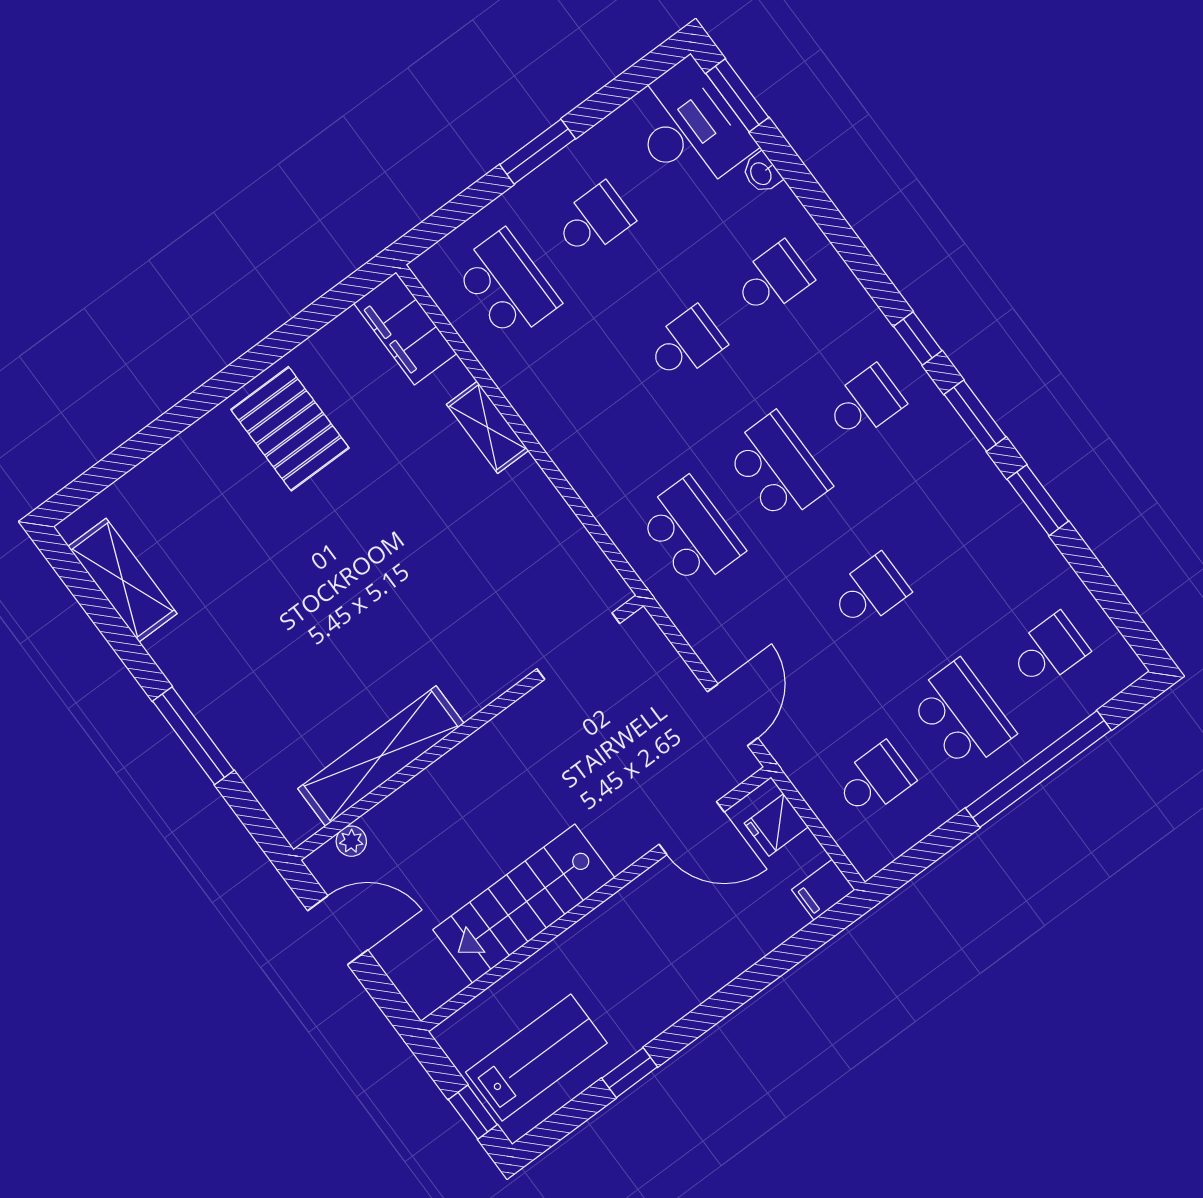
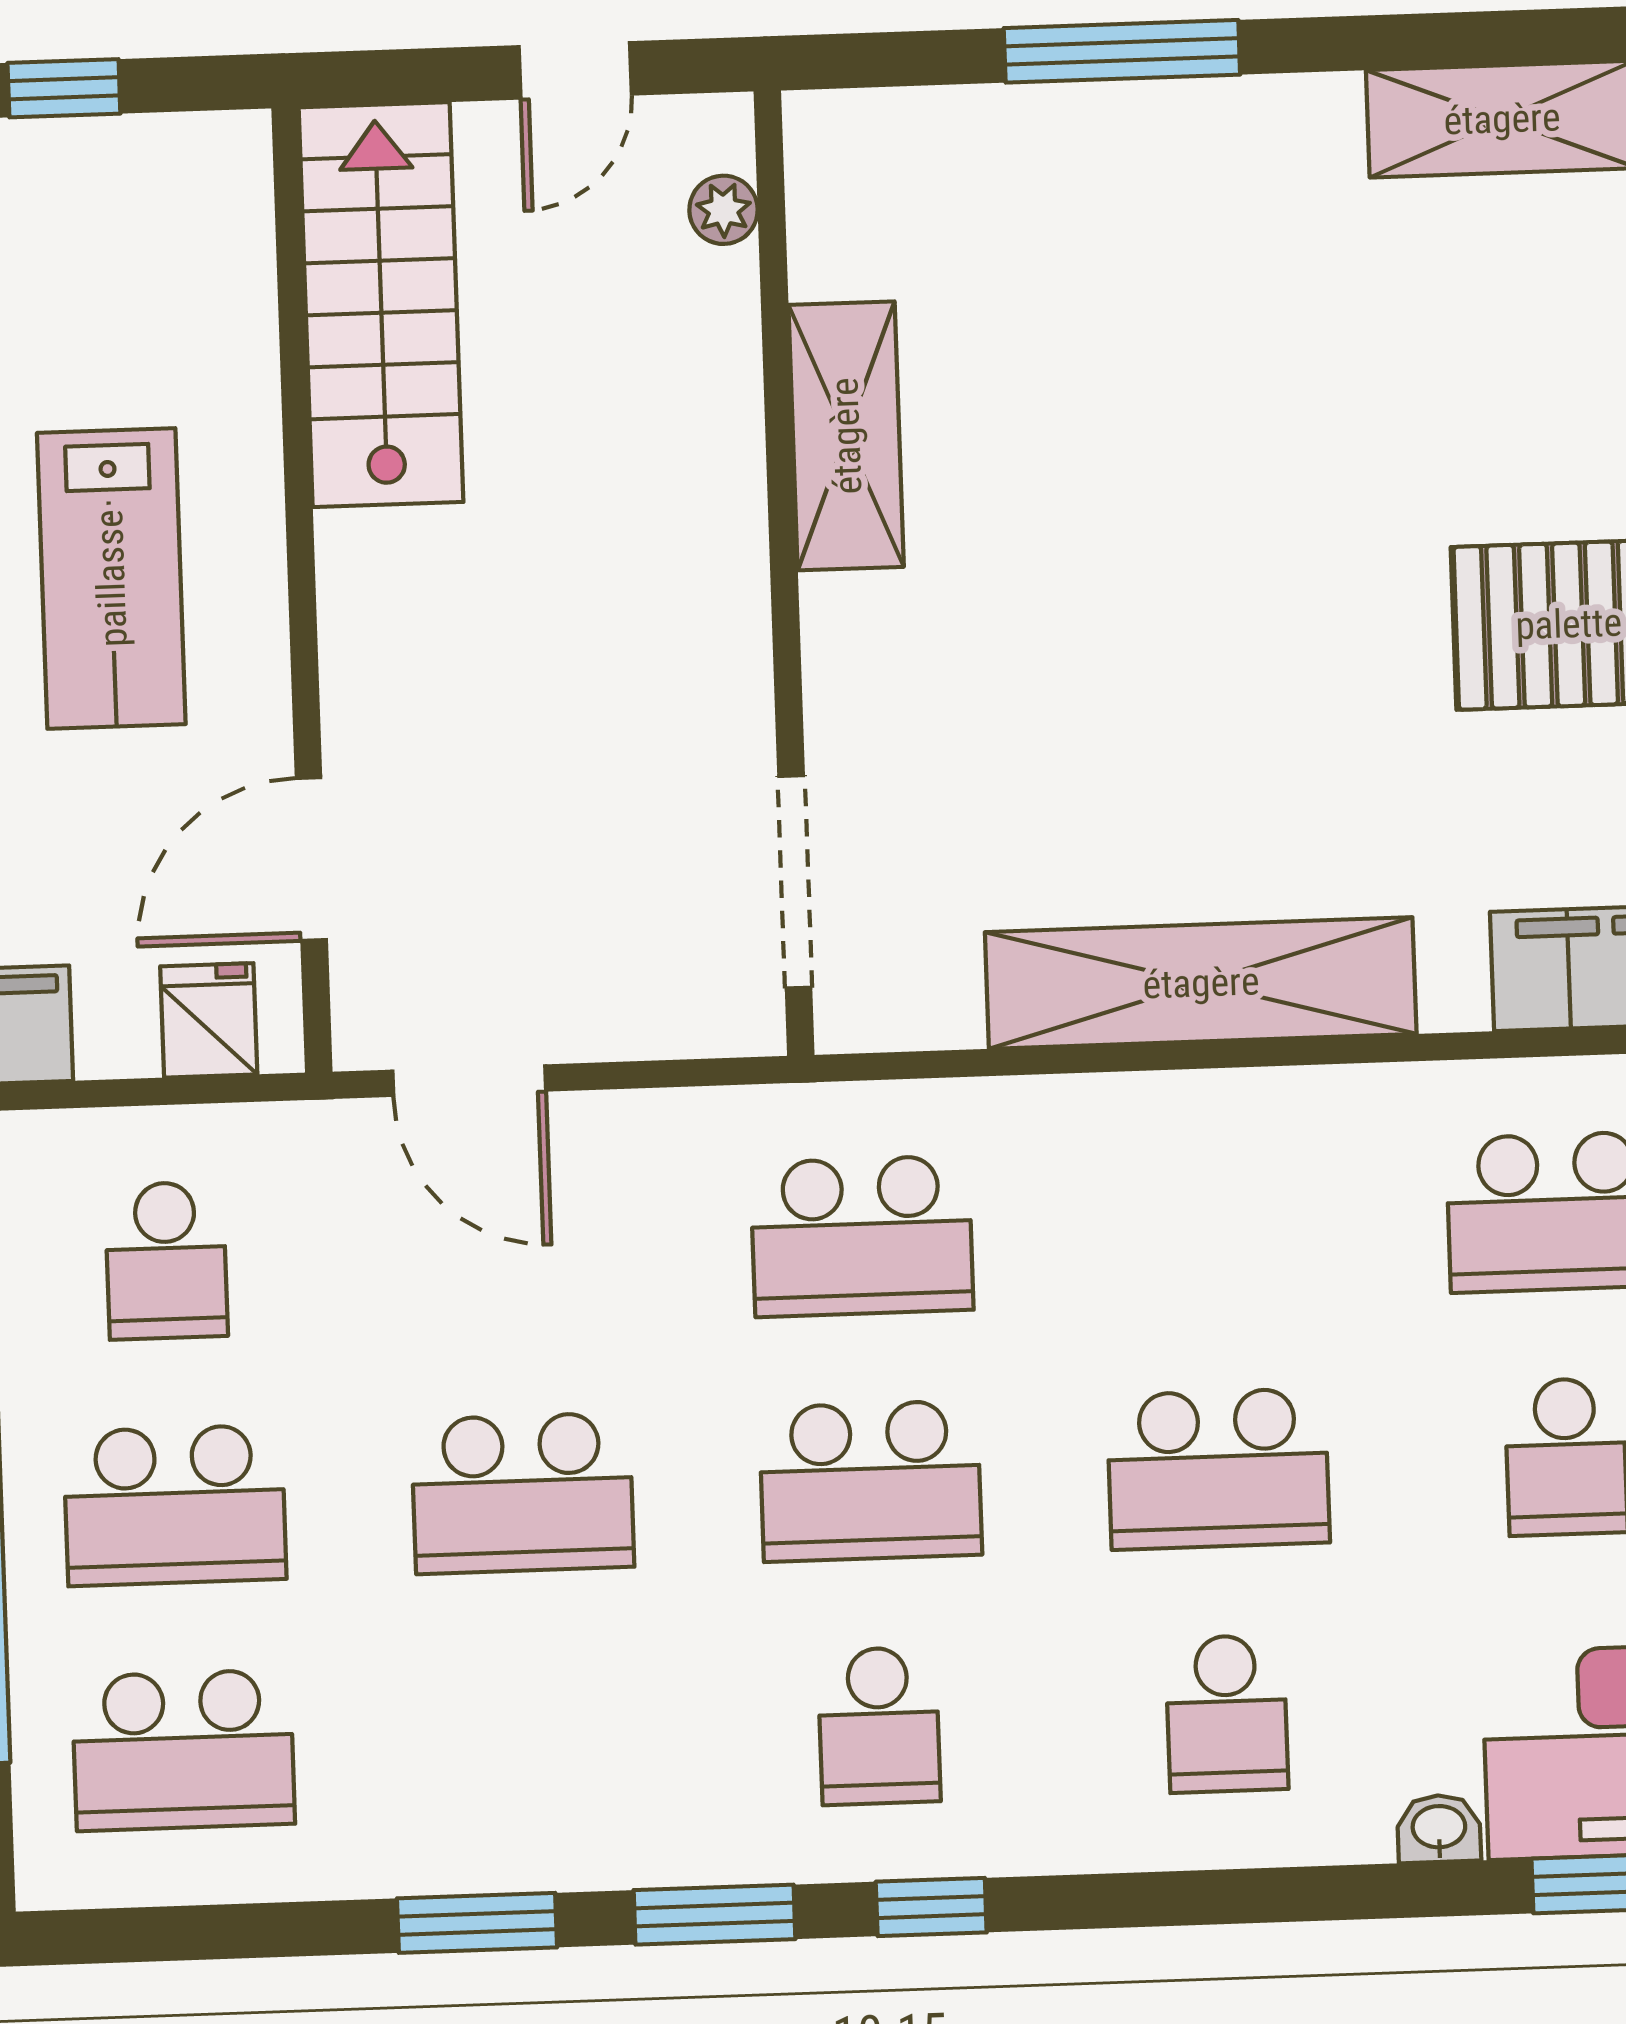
school desk: (686, 344) -> (1218, 1469), width x1.85
shelving: (488, 427) -> (1201, 983), width x2.20, depth x1.33
school desk: (870, 592) -> (523, 1493), width x1.85
school desk: (1049, 651) -> (183, 1750), width x1.85
shelving: (381, 756) -> (846, 436), width x0.68
stairs: (524, 904) -> (381, 305), moved
door: (338, 930) -> (575, 70), width x0.73
lab bench: (536, 1058) -> (111, 578), moved

